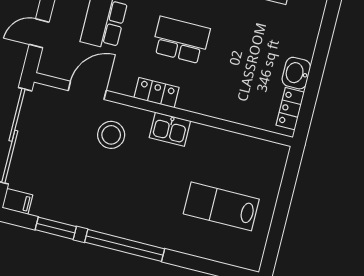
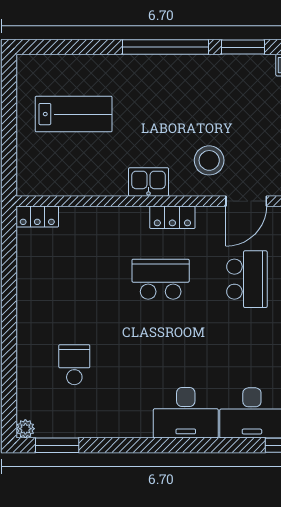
school desk: (181, 40) -> (161, 279), turned 180
washbasin: (296, 73) -> (30, 275), removed
locker: (290, 109) -> (37, 217), moved, turned 90

